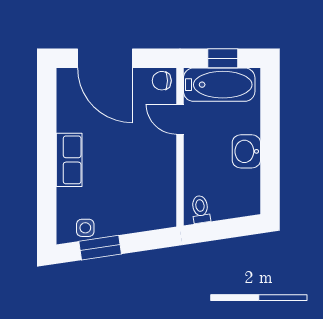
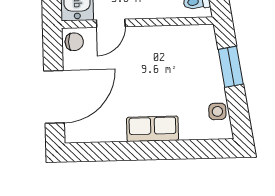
chair: (162, 81) -> (74, 42), turned -90
window: (100, 248) -> (231, 67), moved

